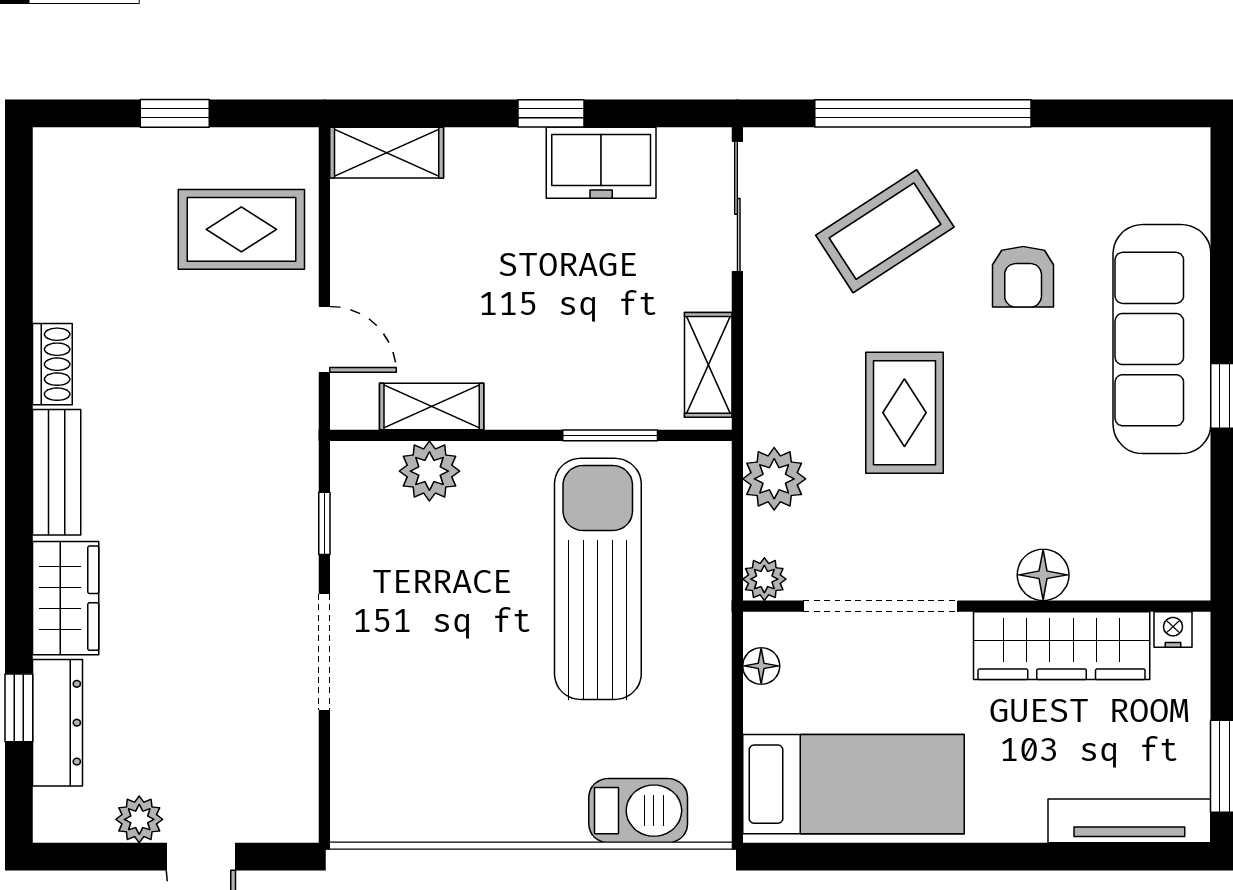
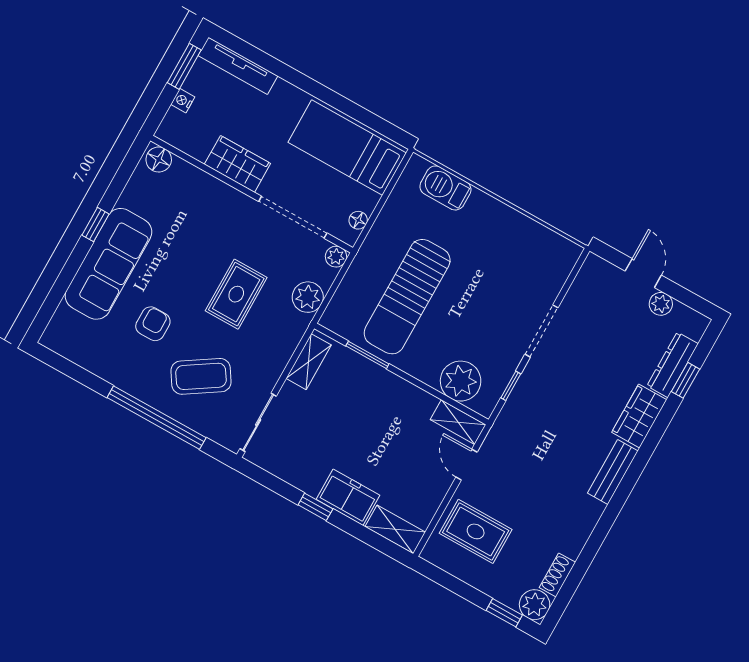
window: (175, 113) -> (504, 613), moved
plant: (63, 158) -> (535, 605), added
freezer: (601, 163) -> (348, 497), moved
shoe rack: (52, 364) -> (557, 575), moved
shelving: (432, 407) -> (458, 422), moved
plant: (429, 471) -> (461, 381), width x1.36, depth x1.36
floor lamp: (1043, 575) -> (159, 160), moved
nightstand: (1173, 630) -> (183, 101), moved, turned 90
wardrobe: (1062, 646) -> (237, 164), width x0.67

